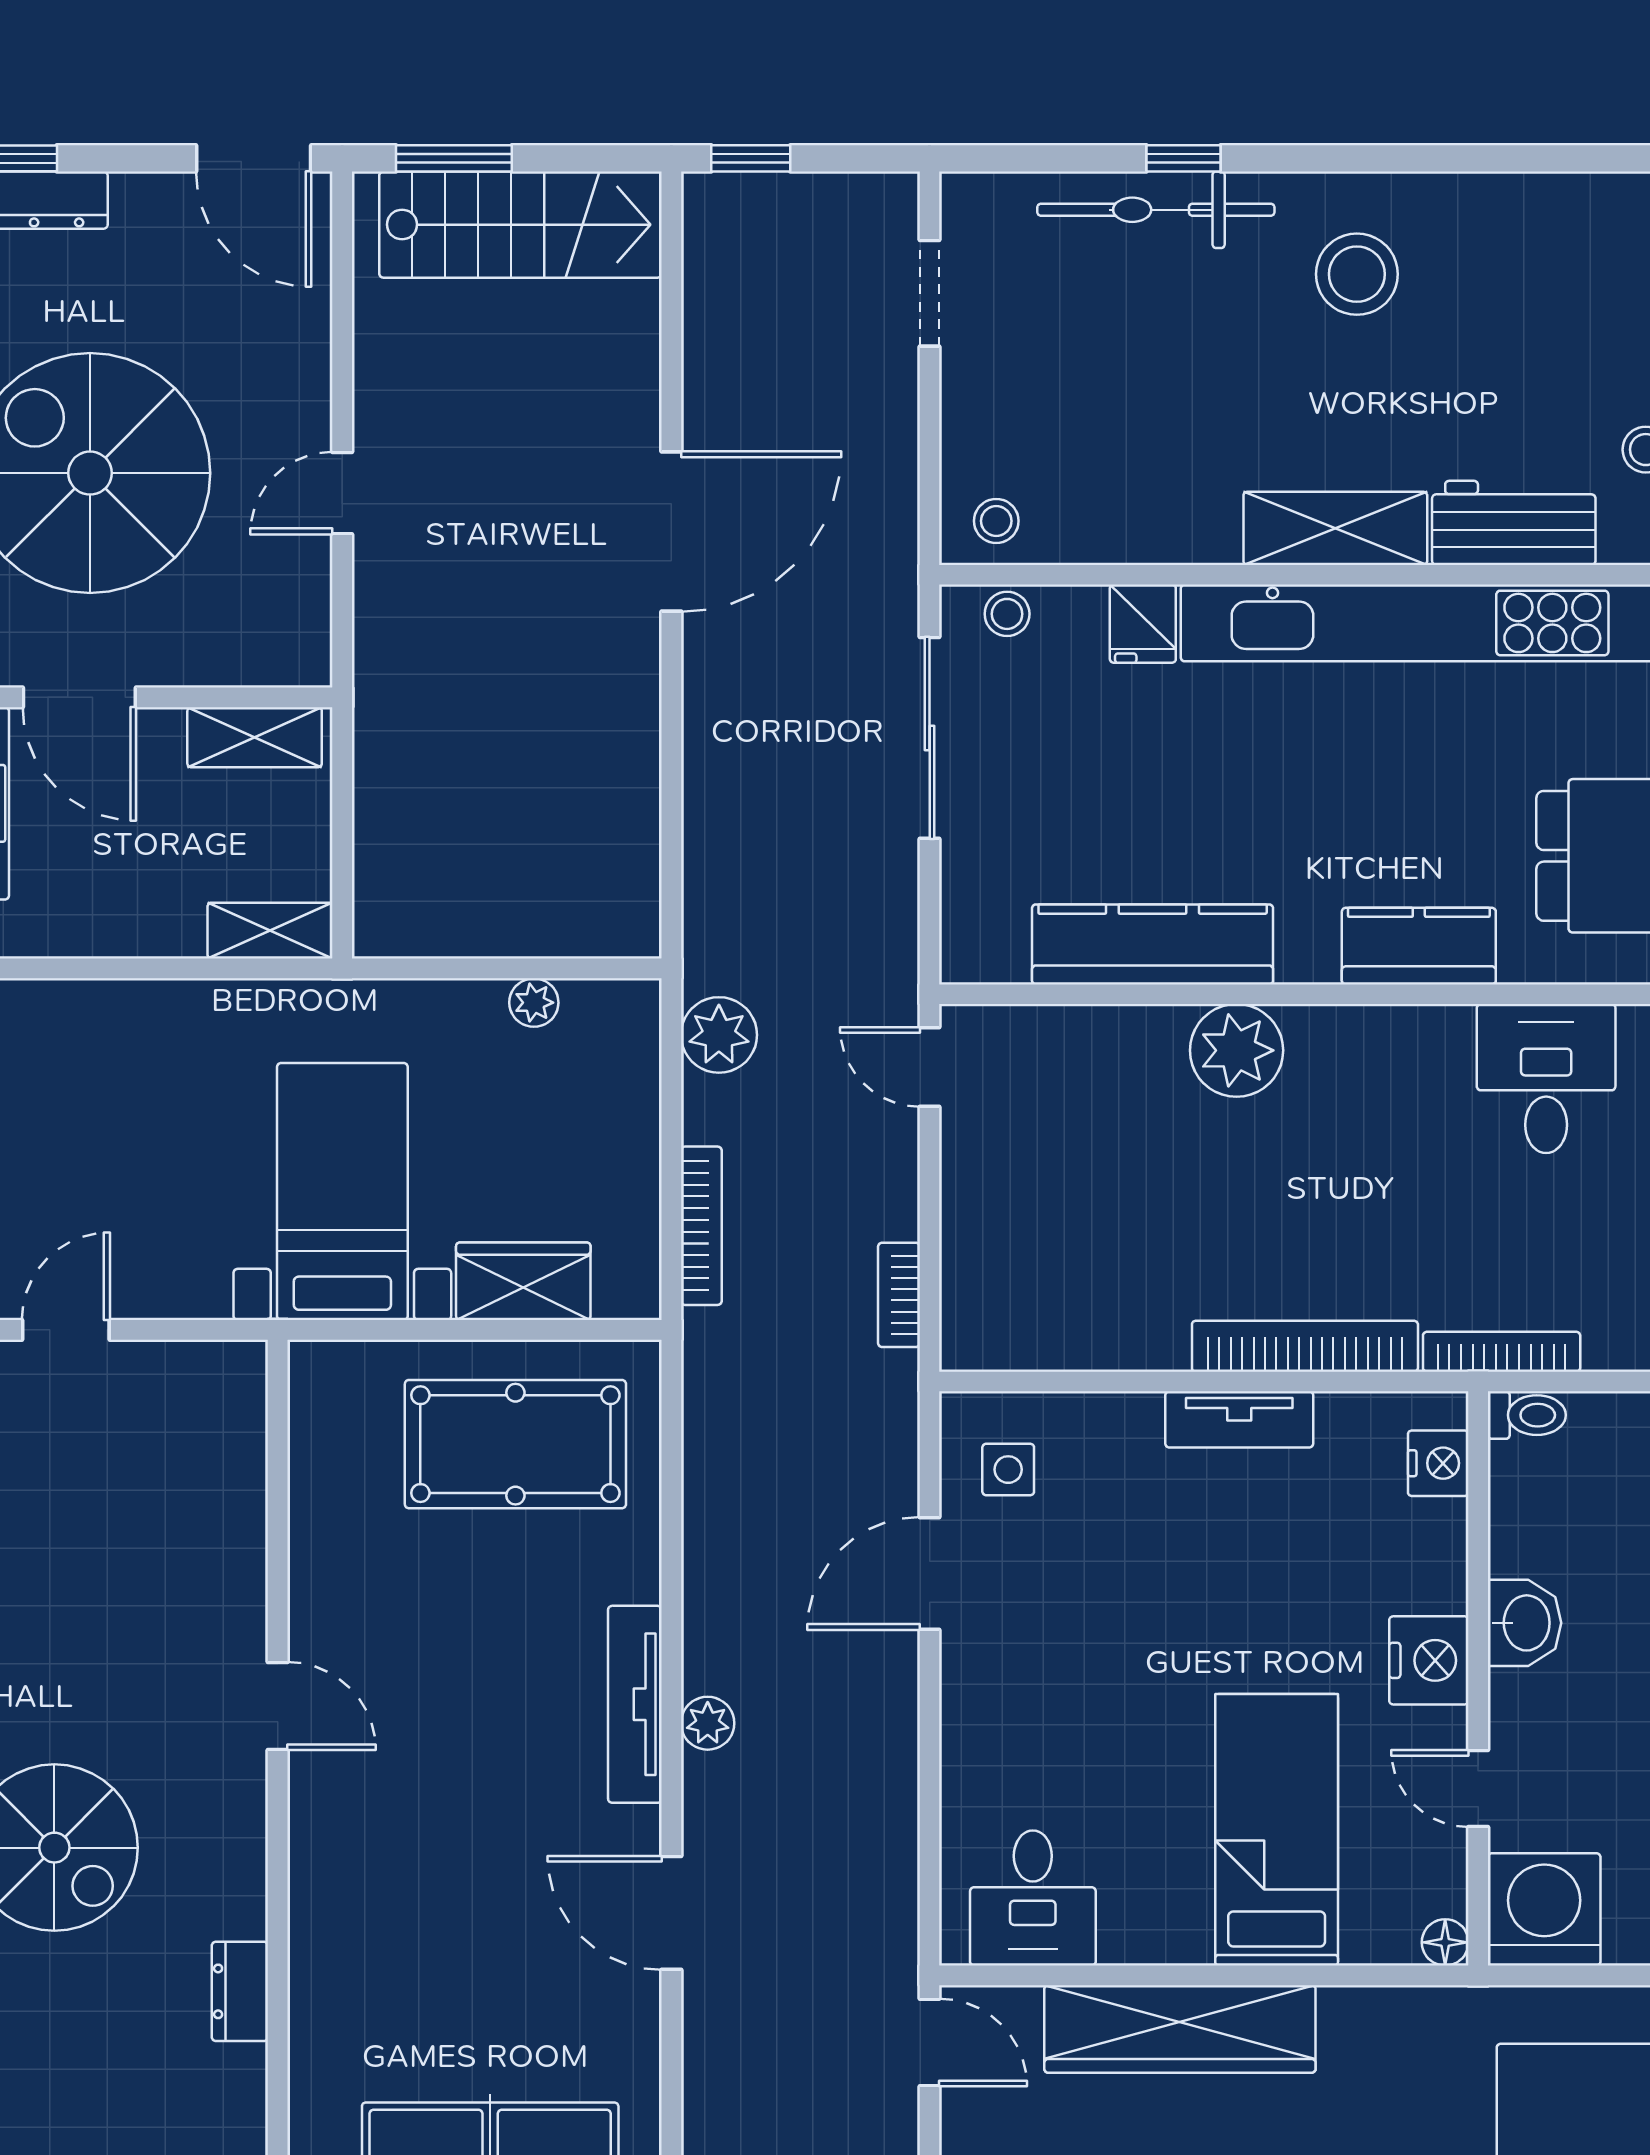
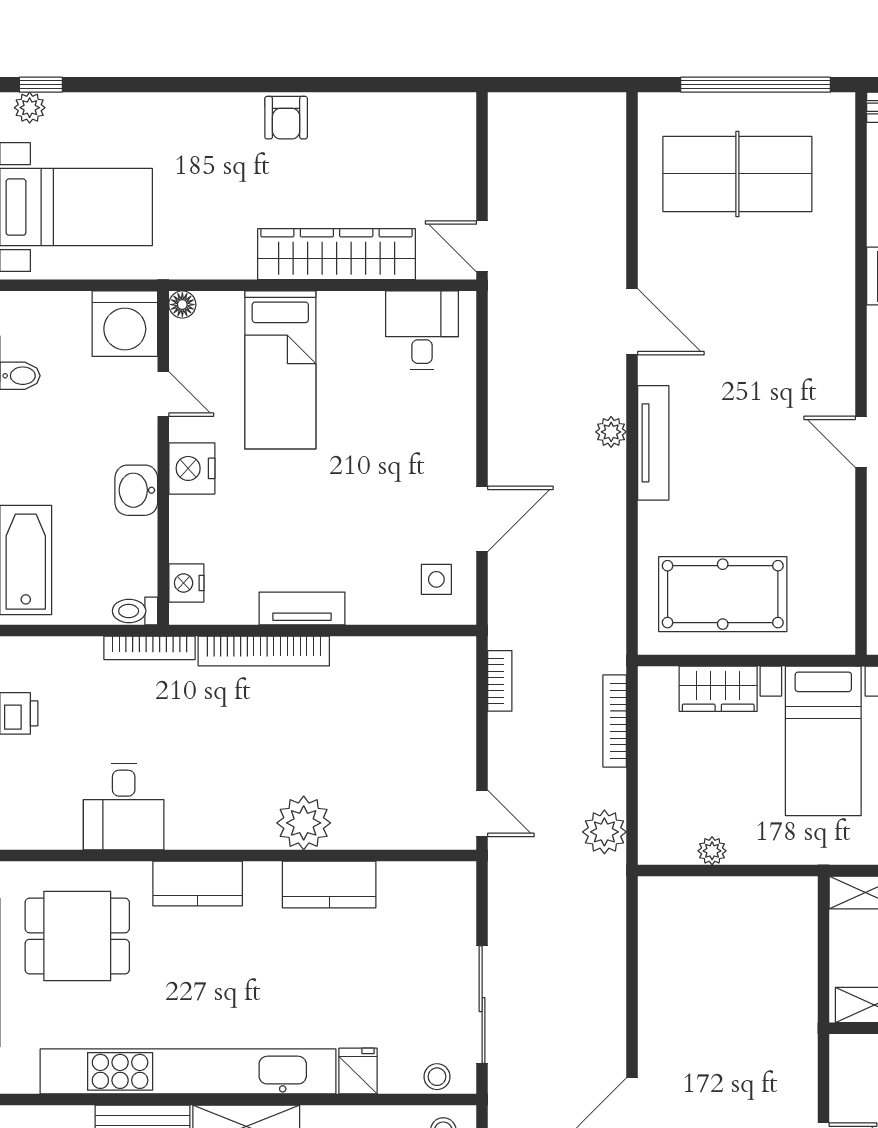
kitchen counter: (1153, 944) -> (329, 885), width x0.67

